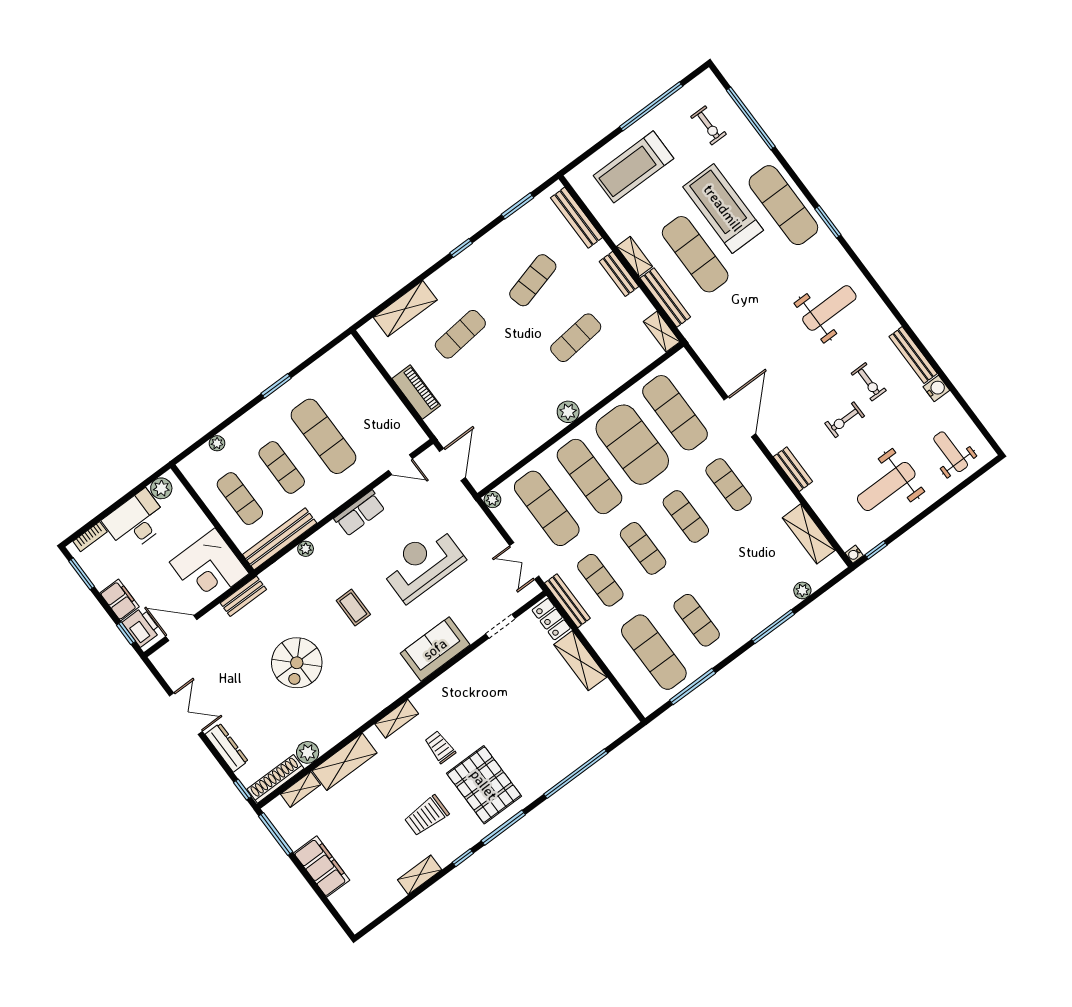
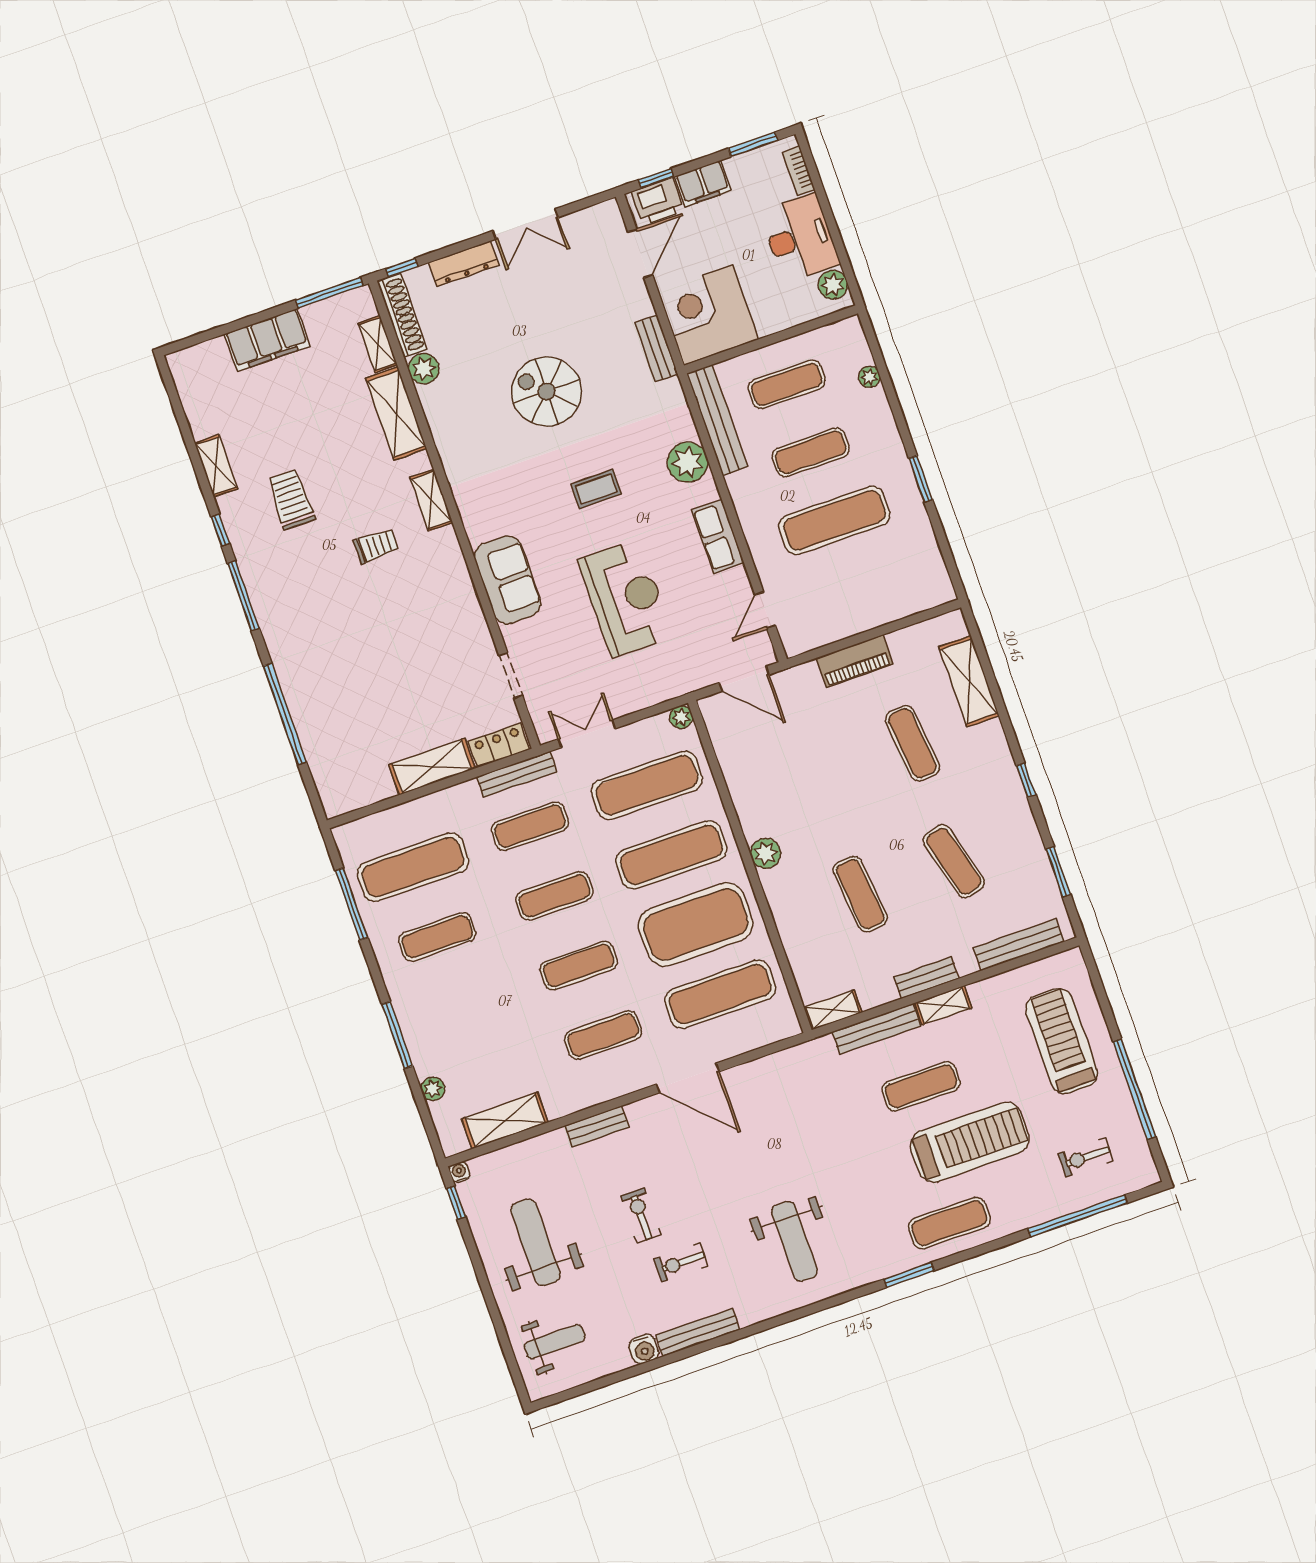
exercise mat: (783, 205) -> (949, 1223), width x0.73, depth x0.69
exercise mat: (695, 254) -> (921, 1086), width x0.73, depth x0.69
plant: (306, 549) -> (688, 462), width x1.87, depth x1.87
pallet: (484, 785) -> (308, 588), removed

